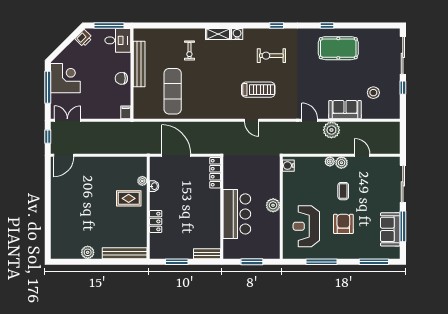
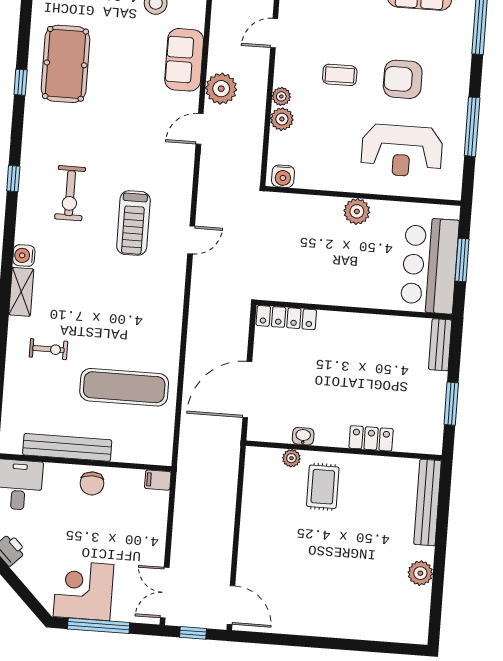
treadmill: (258, 90) -> (133, 223), turned 180
plant: (341, 163) -> (282, 119), moved
bar counter: (237, 214) -> (430, 265), moved, turned -90

